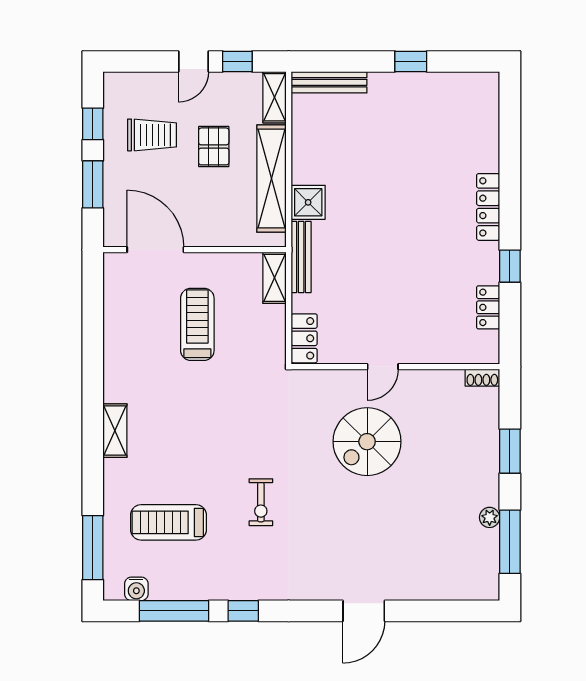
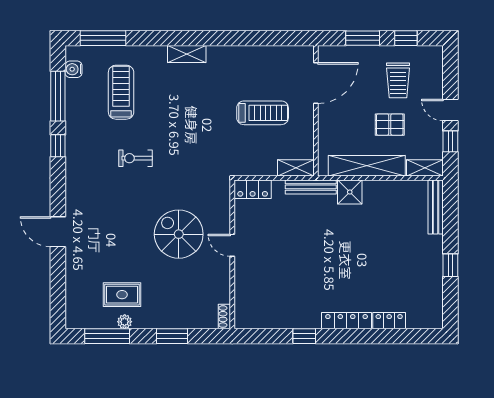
locker: (488, 307) -> (389, 321), moved
rug: (452, 521) -> (122, 295), added

